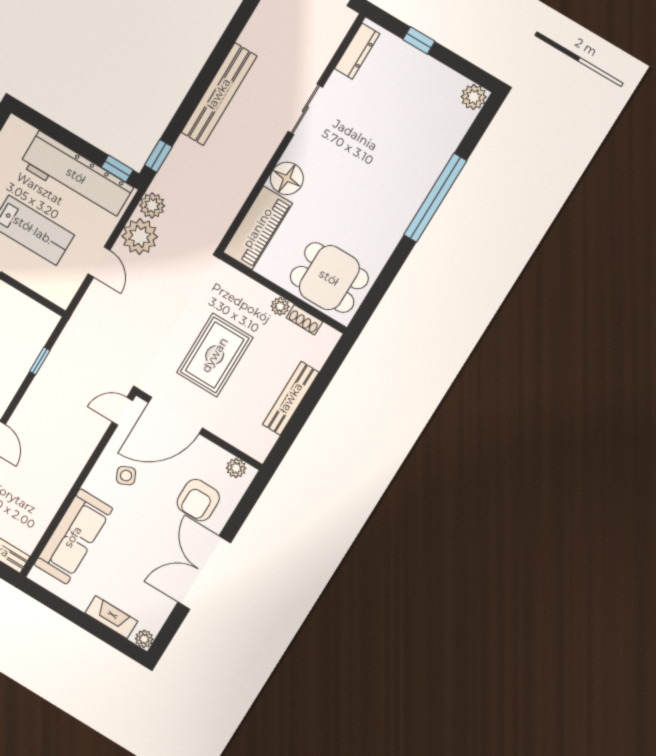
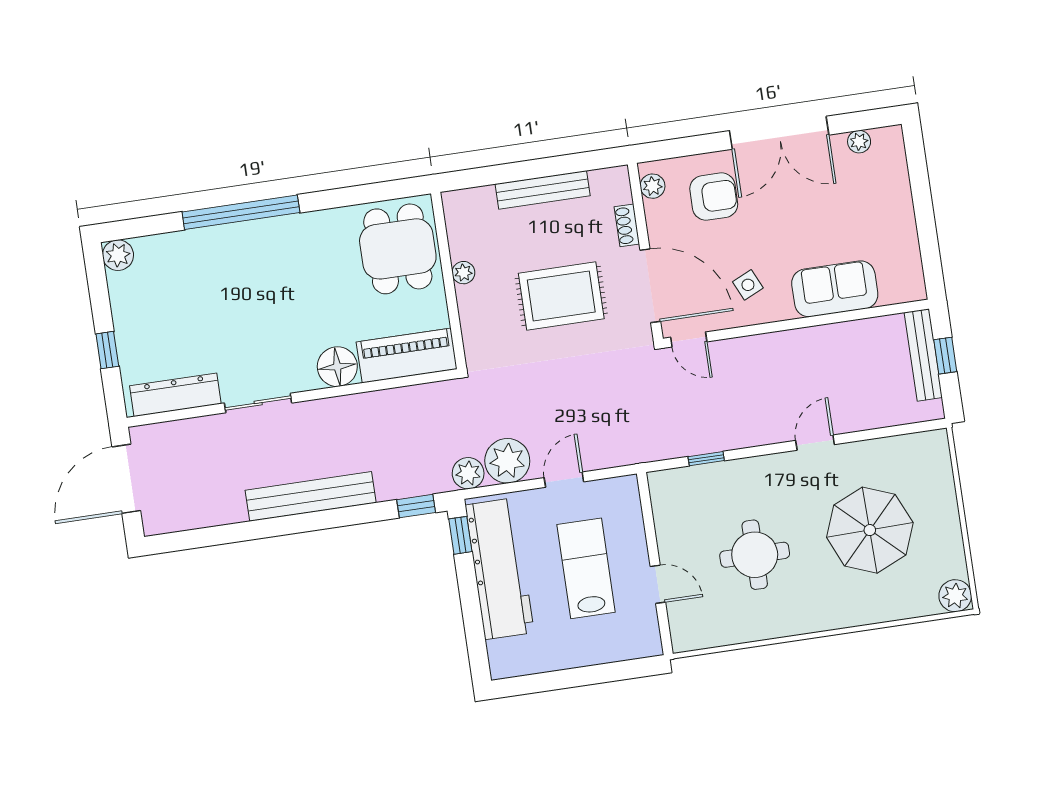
dresser: (357, 51) -> (175, 395), width x1.37, depth x1.24
shoe rack: (304, 320) -> (627, 225), moved, turned 180
sofa: (73, 537) -> (835, 289), width x0.73
fireplace: (111, 617) -> (898, 186), removed
plant: (144, 639) -> (859, 142), moved

